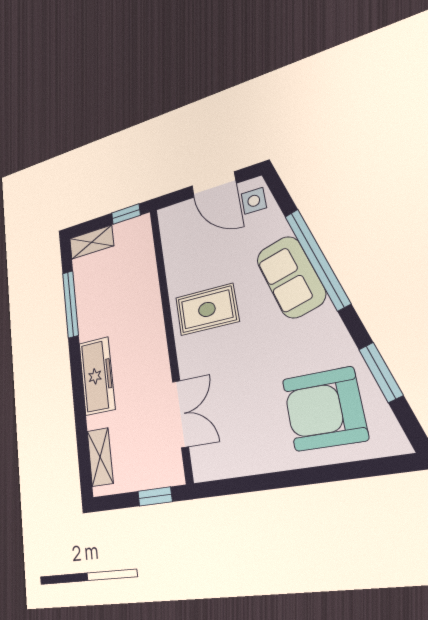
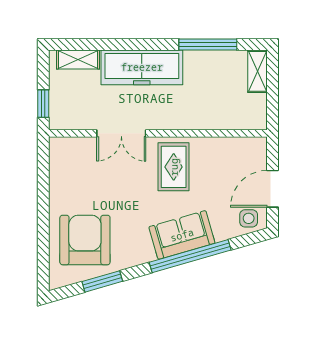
window: (126, 214) -> (273, 108), removed
freezer: (97, 376) -> (142, 67), width x1.36, depth x1.26
double door: (181, 414) -> (121, 133), moved

